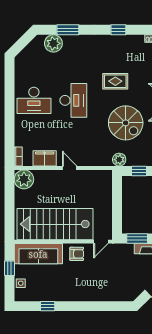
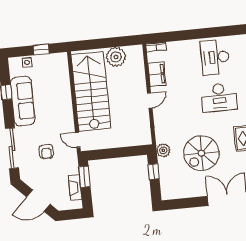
plant: (24, 179) -> (116, 57), moved
sofa: (38, 254) -> (23, 101), moved, turned 180
armchair: (77, 254) -> (46, 152), moved
sliding door: (102, 306) -> (12, 148), added

